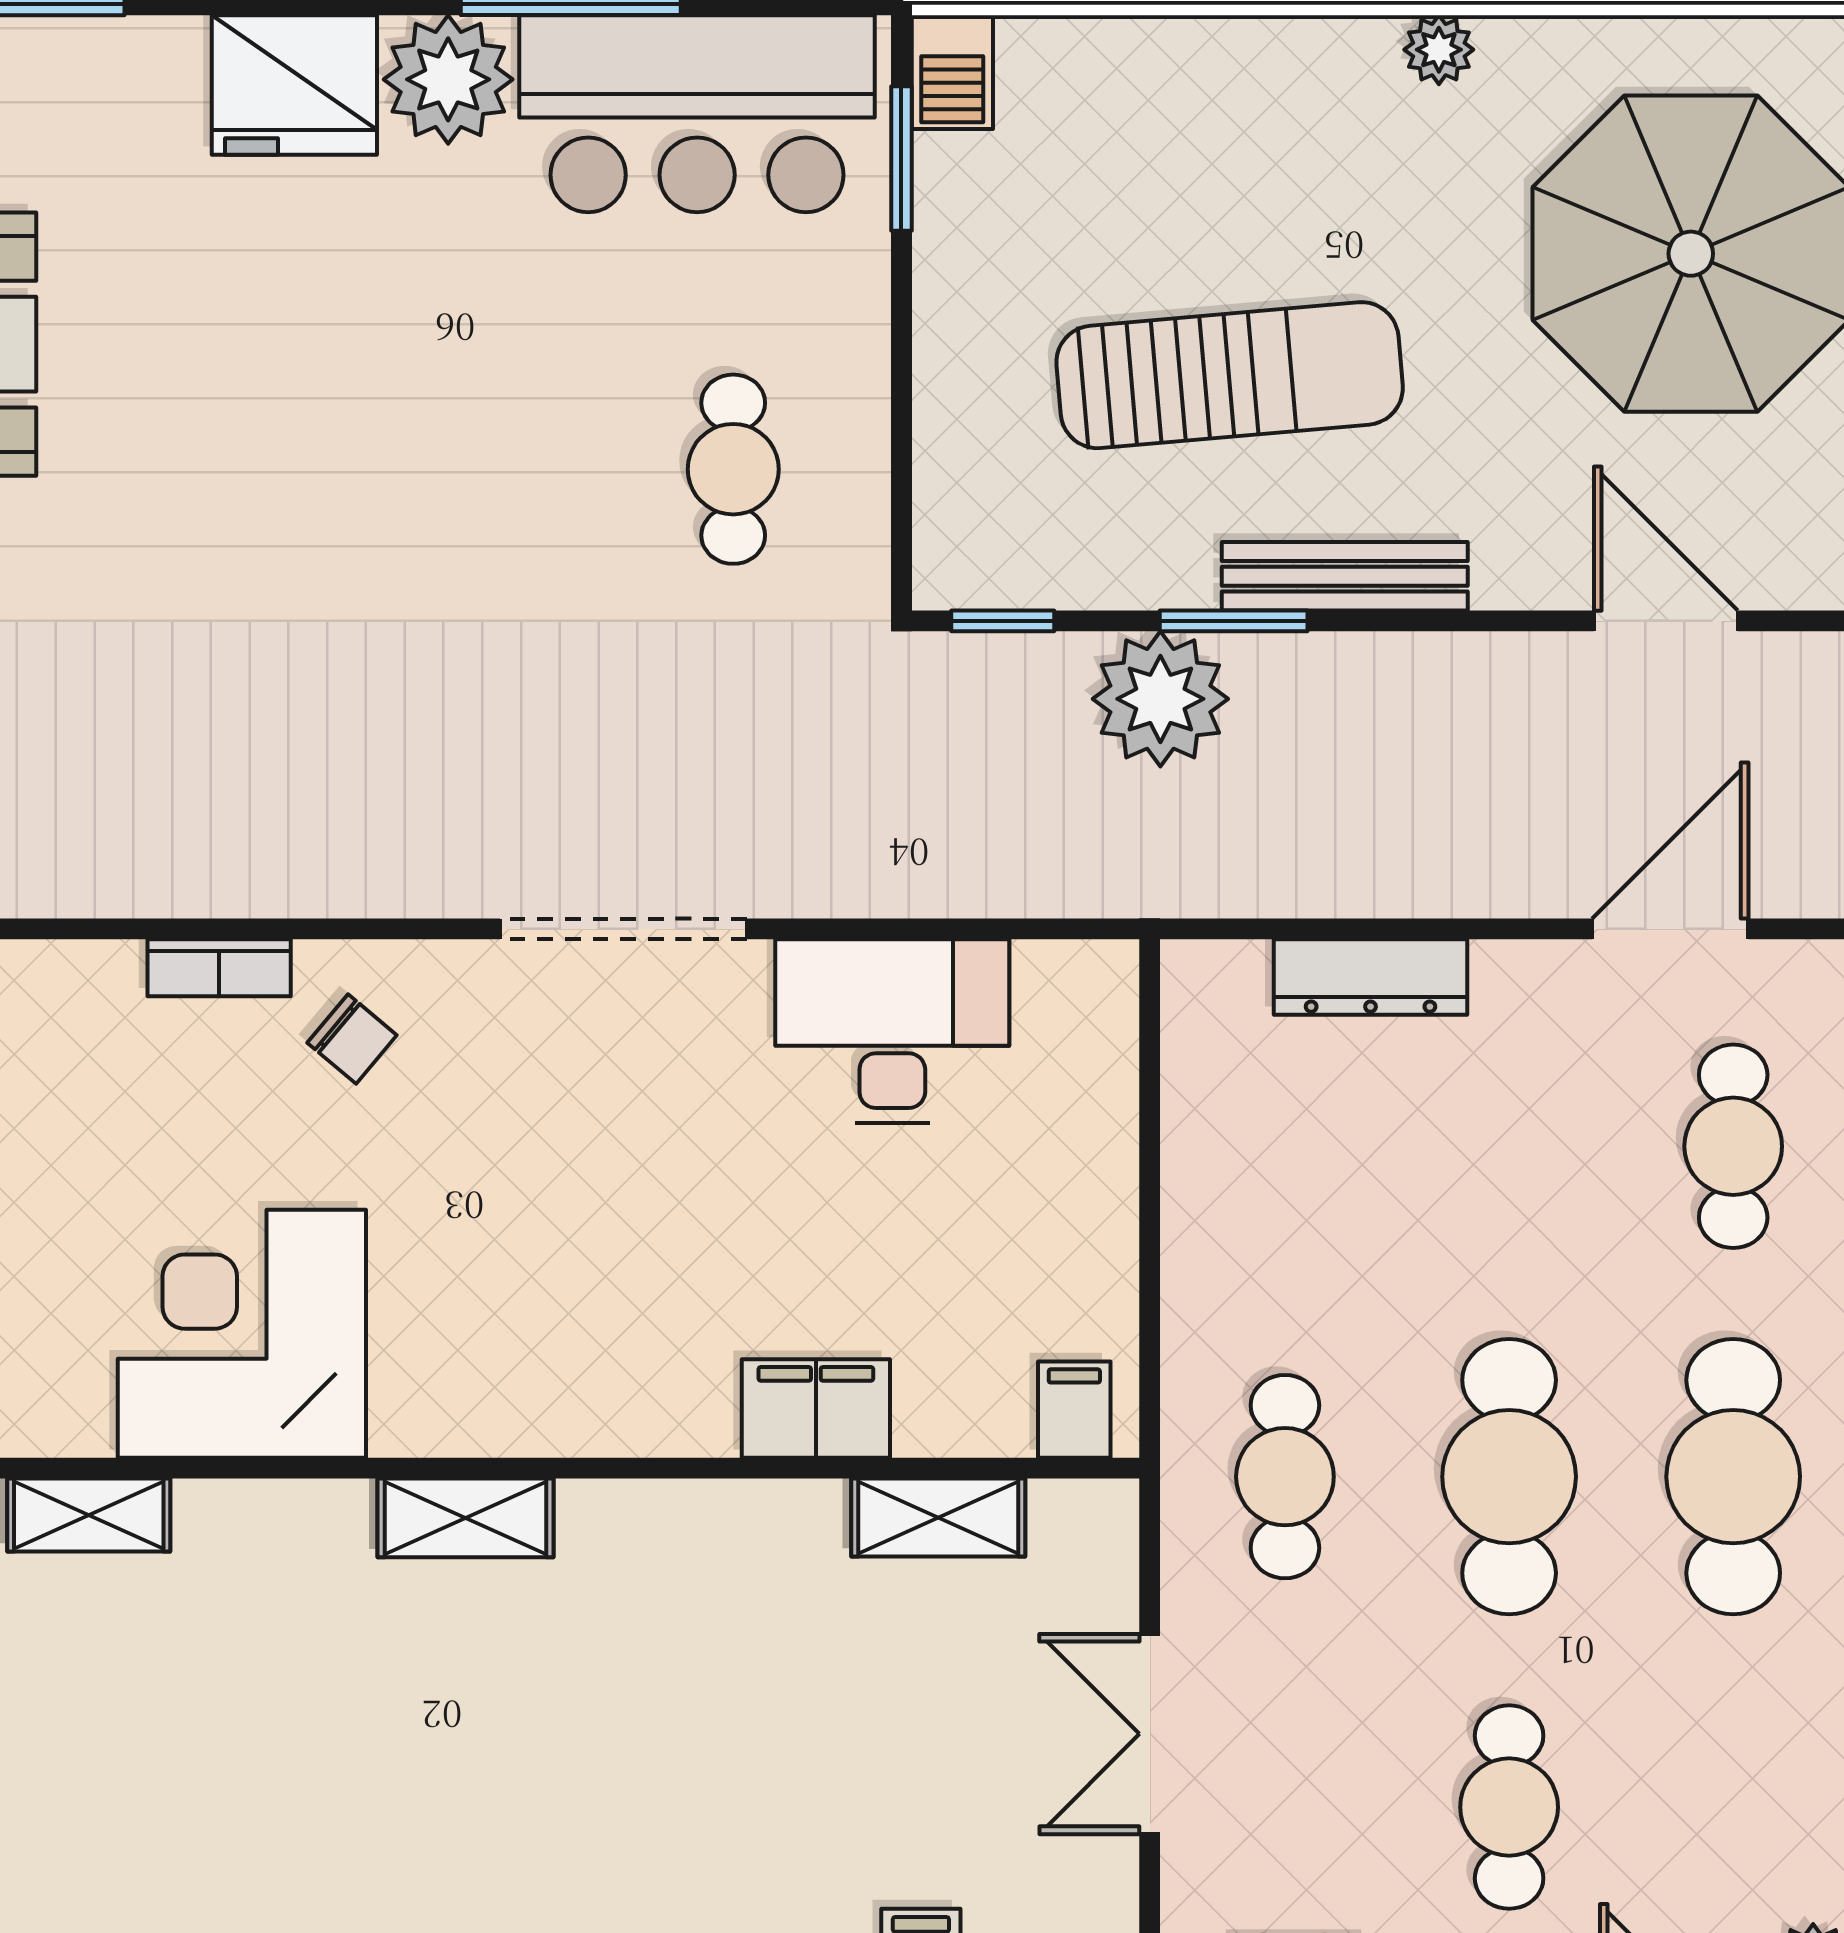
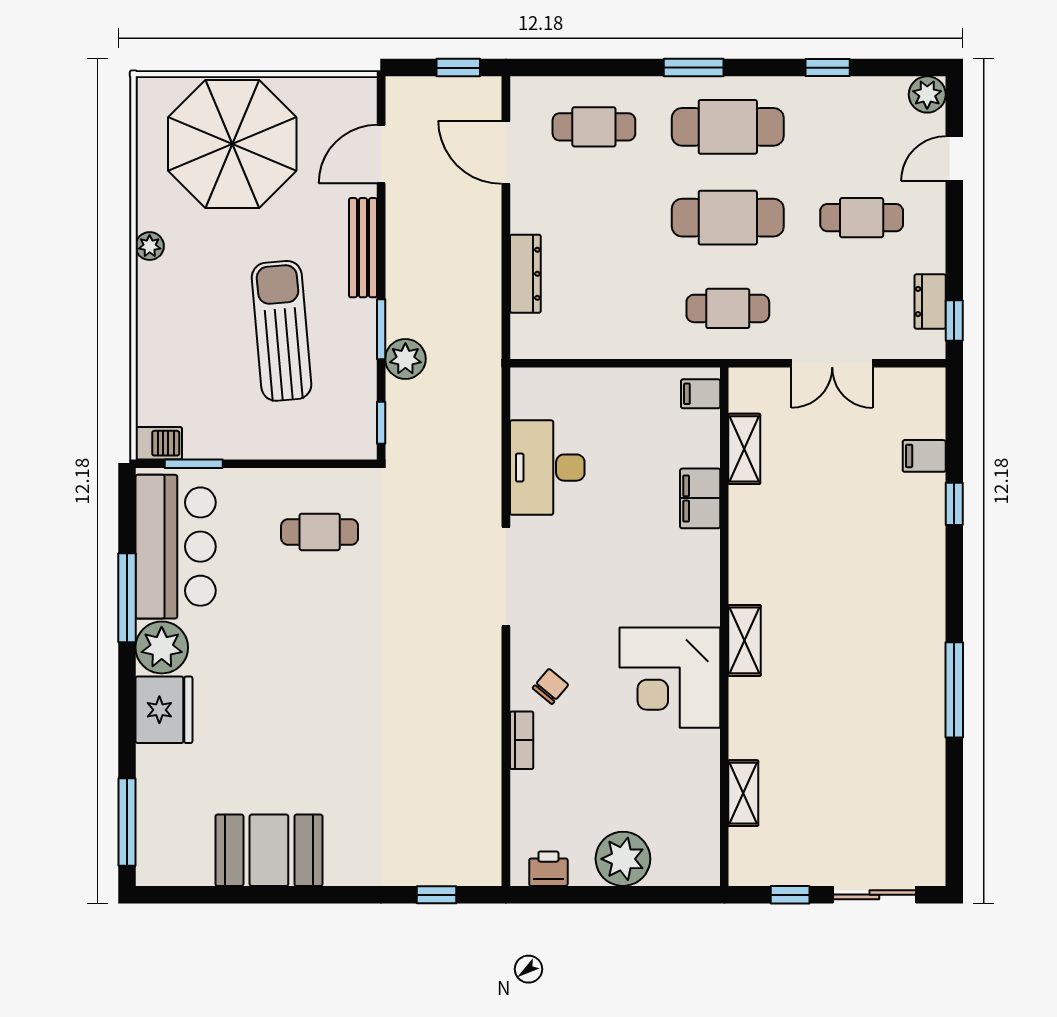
bench: (1345, 576) -> (363, 248), moved
plant: (1160, 699) -> (405, 359), width x0.73, depth x0.73
corner desk: (242, 1334) -> (670, 678), moved

